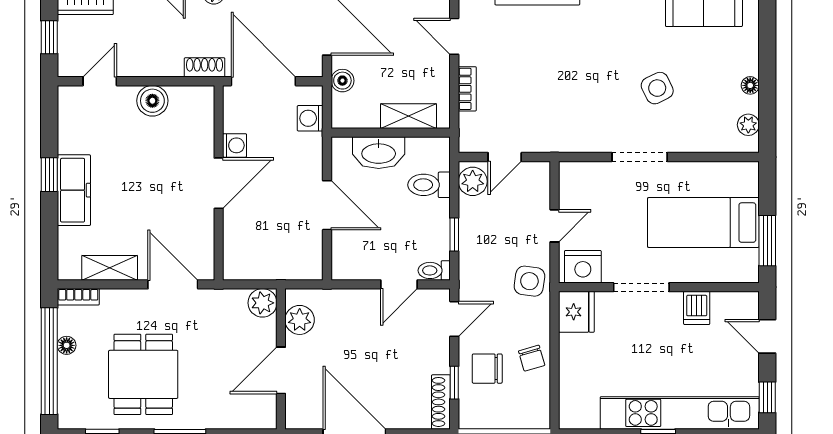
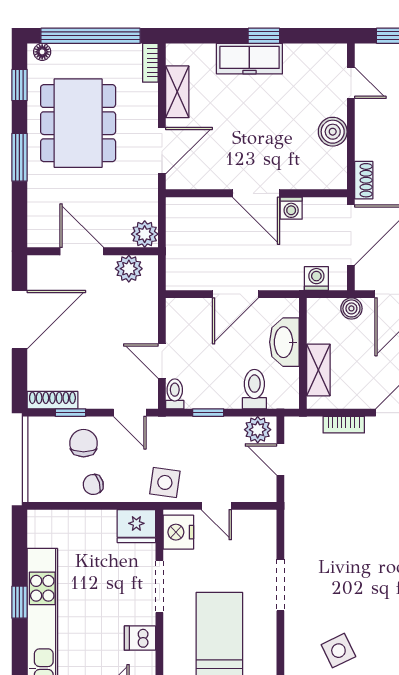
side table: (657, 88) -> (338, 651), moved
floor lamp: (67, 345) -> (42, 52), moved
dining table: (143, 374) -> (78, 123), width x1.38

